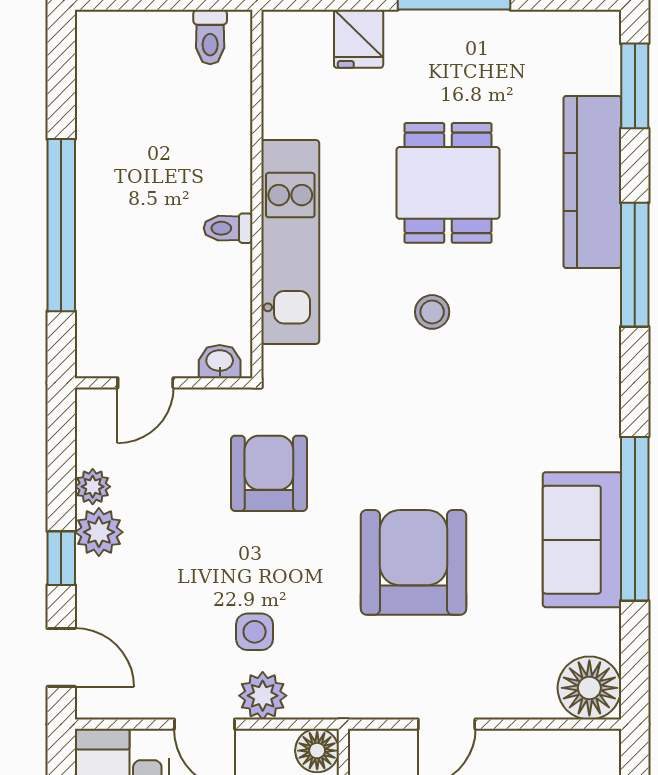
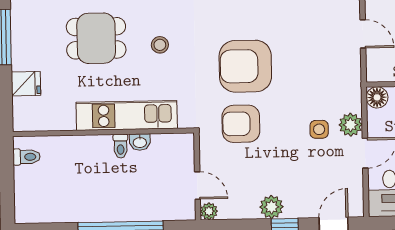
washbasin: (220, 362) -> (140, 142), moved, turned -90
plant: (93, 487) -> (209, 211), moved
armchair: (414, 562) -> (245, 66), moved

